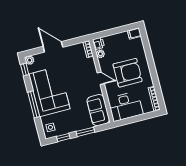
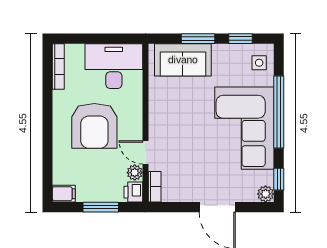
window: (113, 31) -> (101, 207), added
armchair: (128, 73) -> (94, 126), turned -90
door: (101, 78) -> (146, 152), moved
window: (34, 104) -> (279, 112), width x1.46
sofa: (98, 110) -> (183, 60), moved, turned 90

